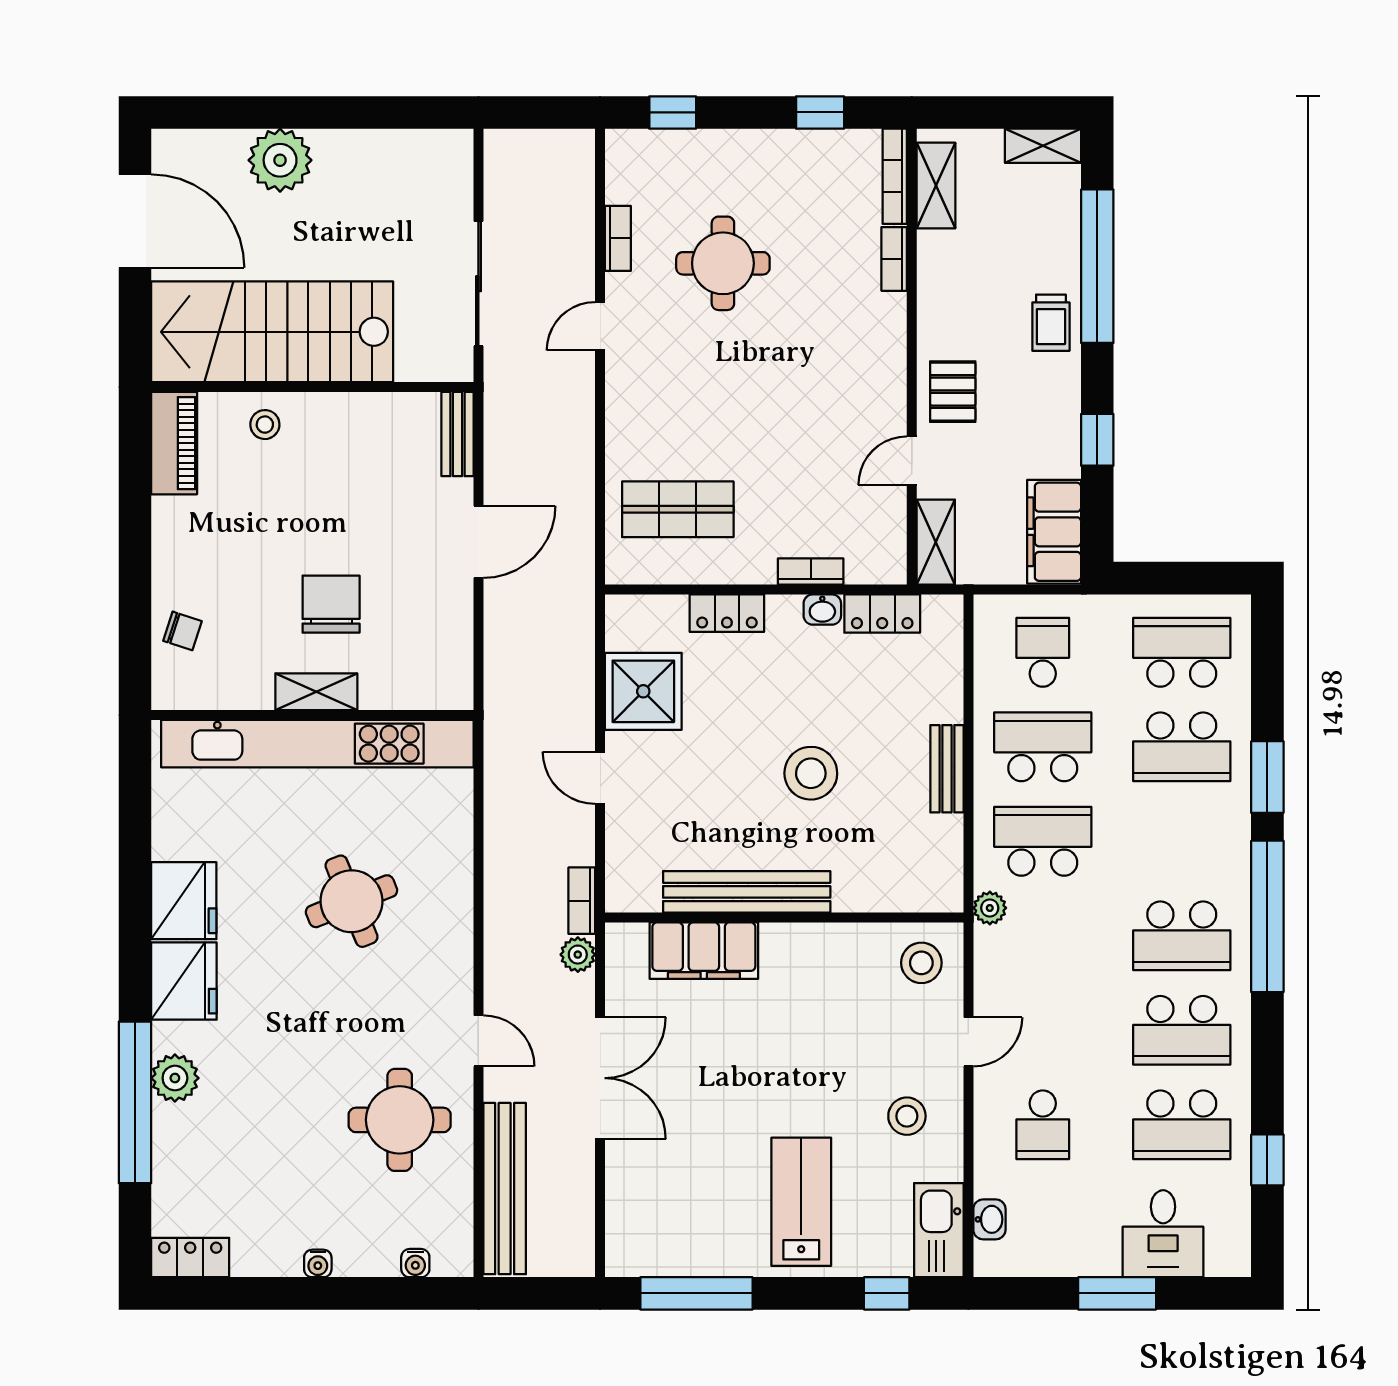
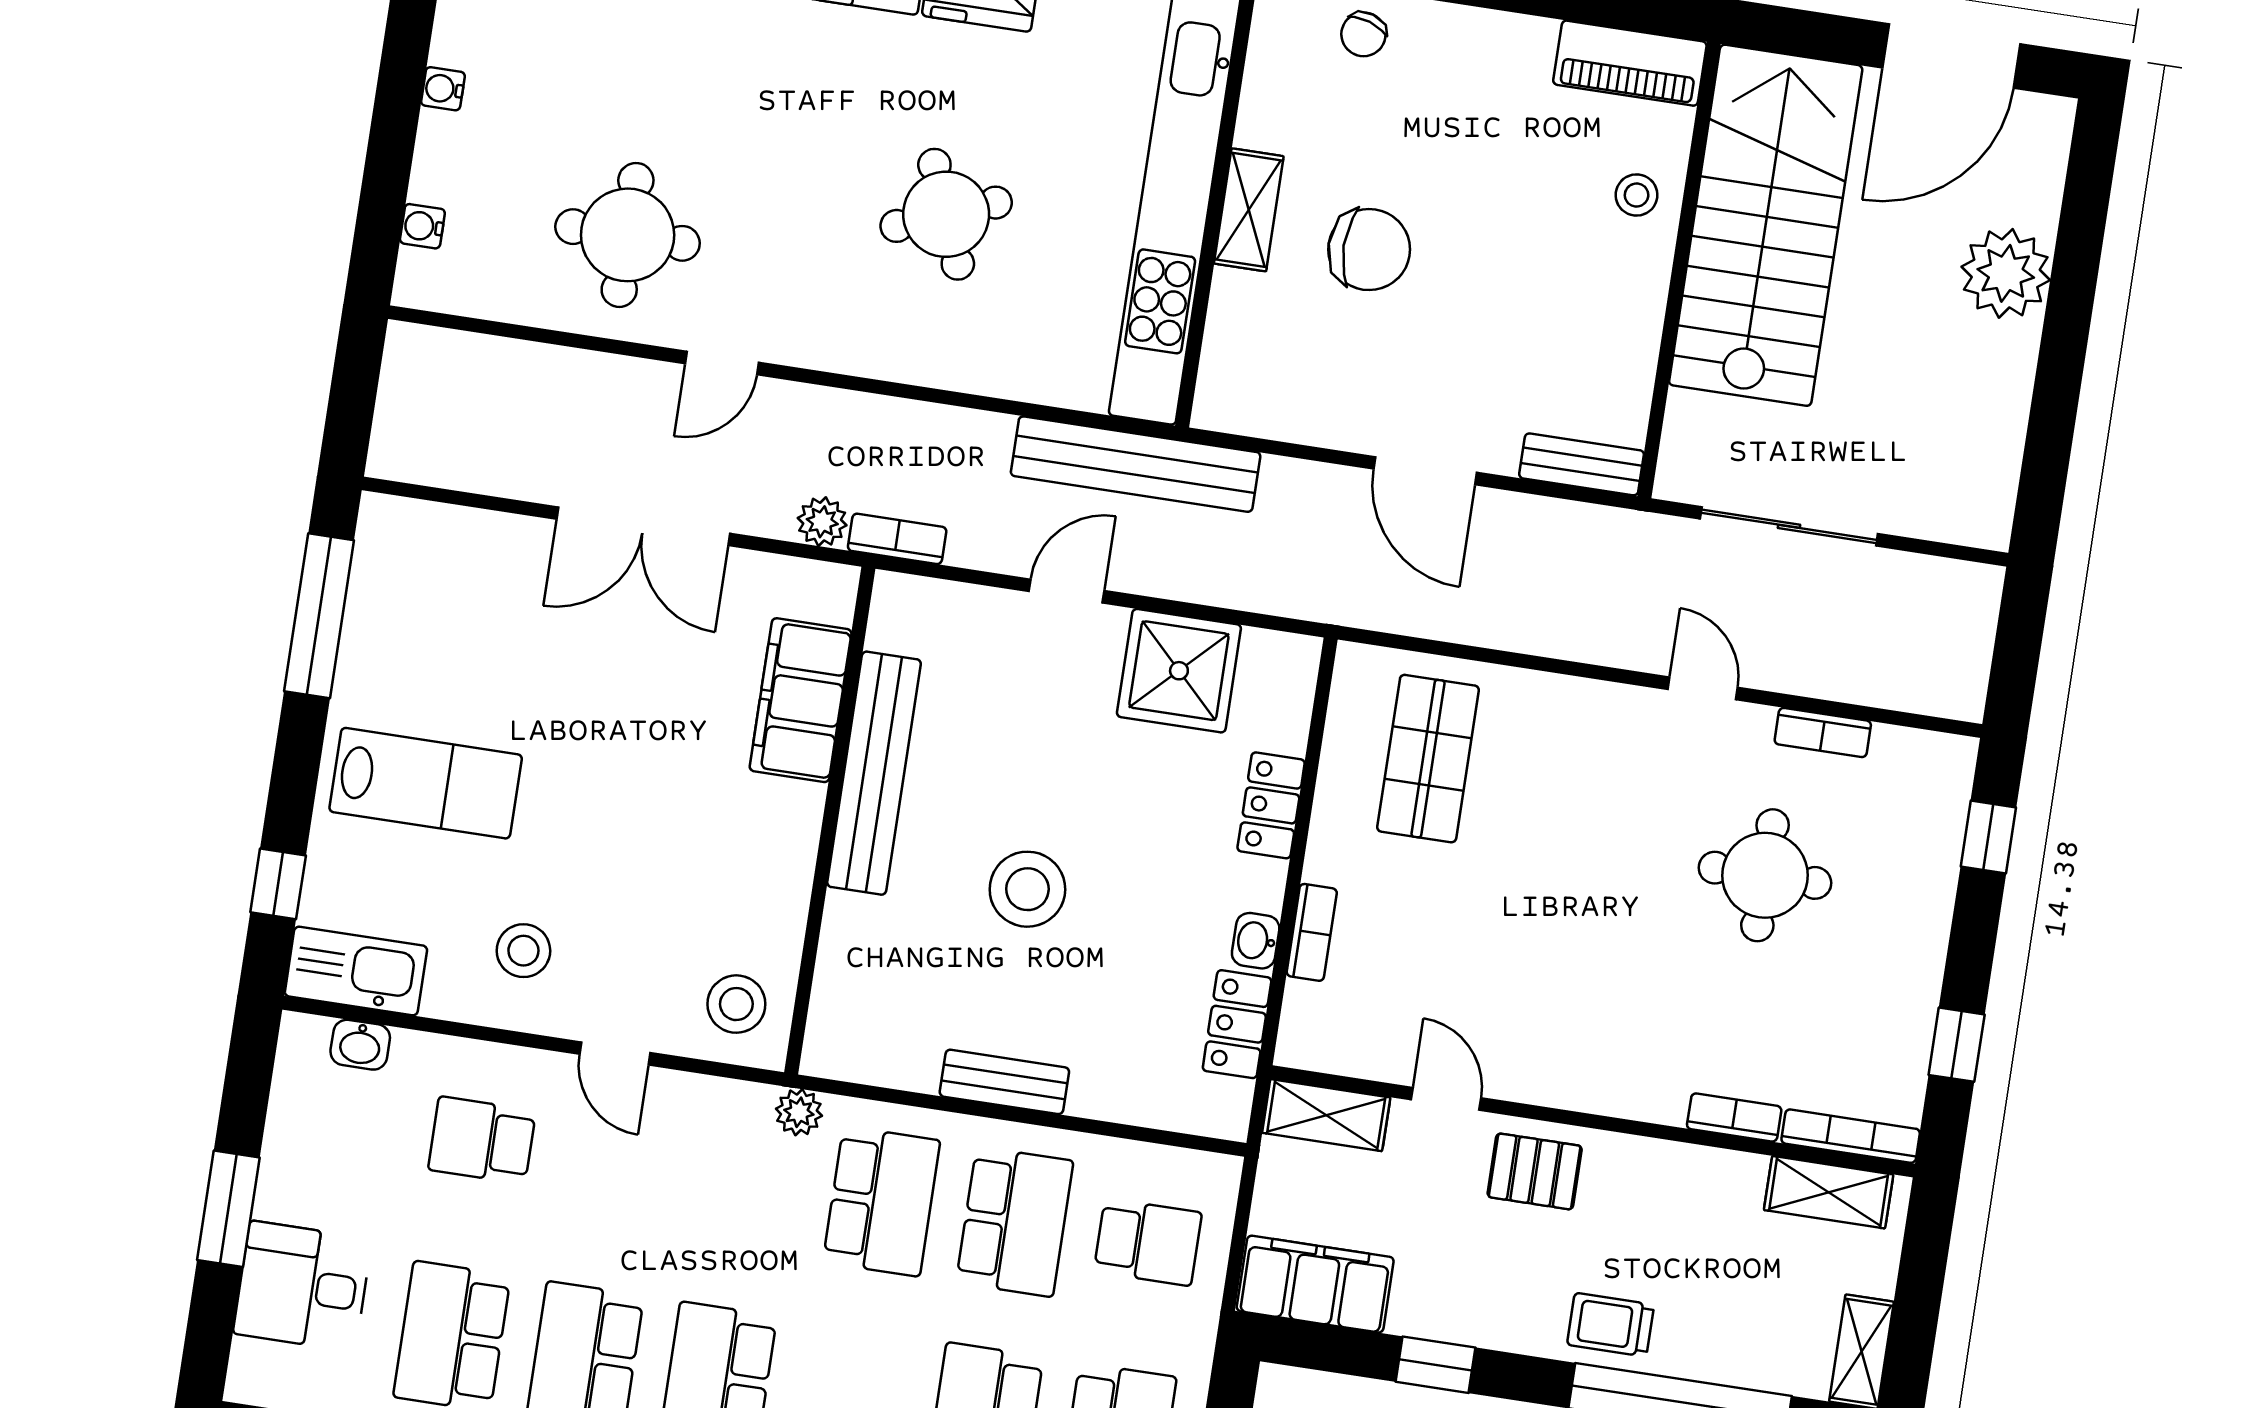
bench: (505, 1189) -> (1136, 464), moved

